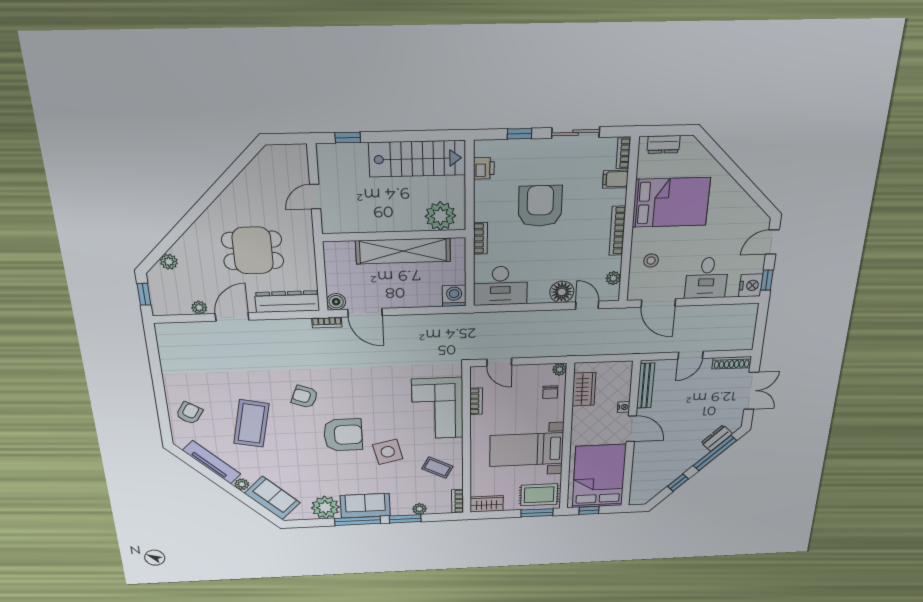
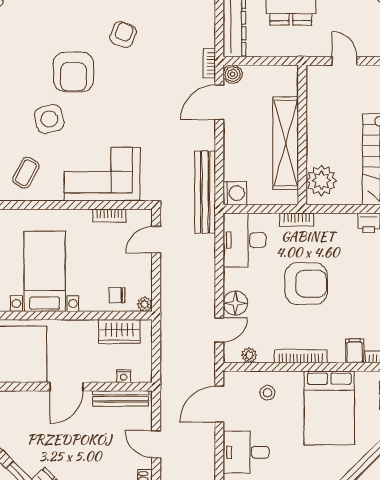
armchair: (540, 206) -> (306, 284), moved
bench: (454, 322) -> (205, 192), added
nightstand: (624, 407) -> (124, 376), moved

